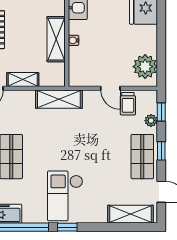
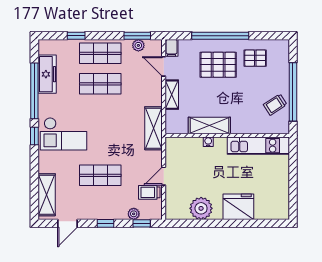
plant: (145, 67) -> (201, 208), moved
shop shelf: (142, 157) -> (100, 175), moved
checkout: (65, 196) -> (64, 134), turned 180

